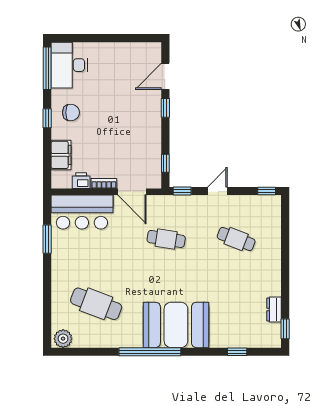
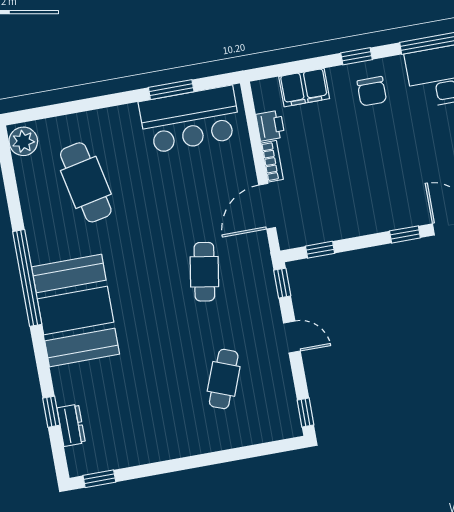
bar counter: (82, 212) -> (190, 120), moved, turned -90
cafe table: (96, 304) -> (86, 182), turned -33
dresser: (274, 310) -> (71, 425), moved, turned 90

